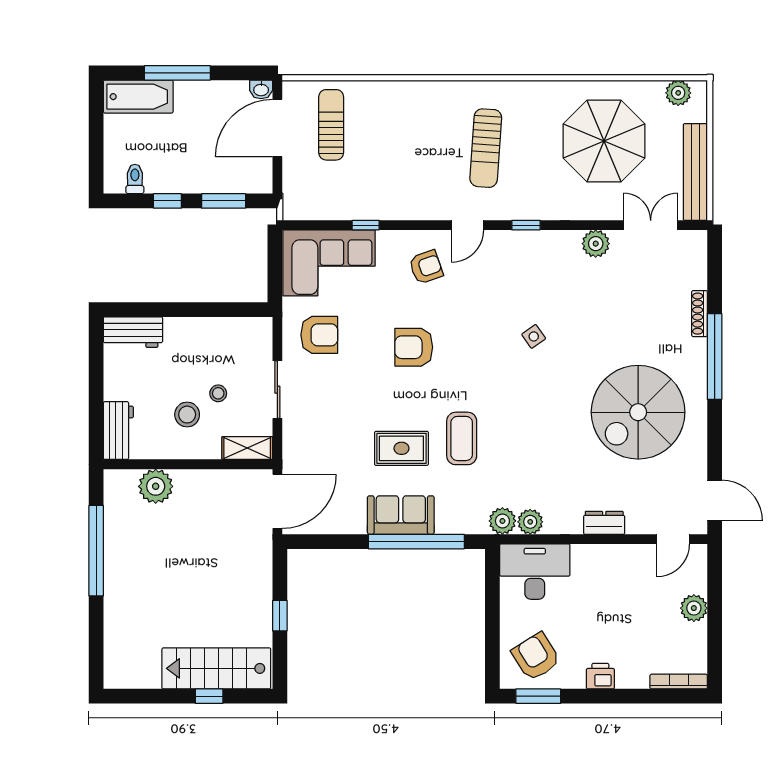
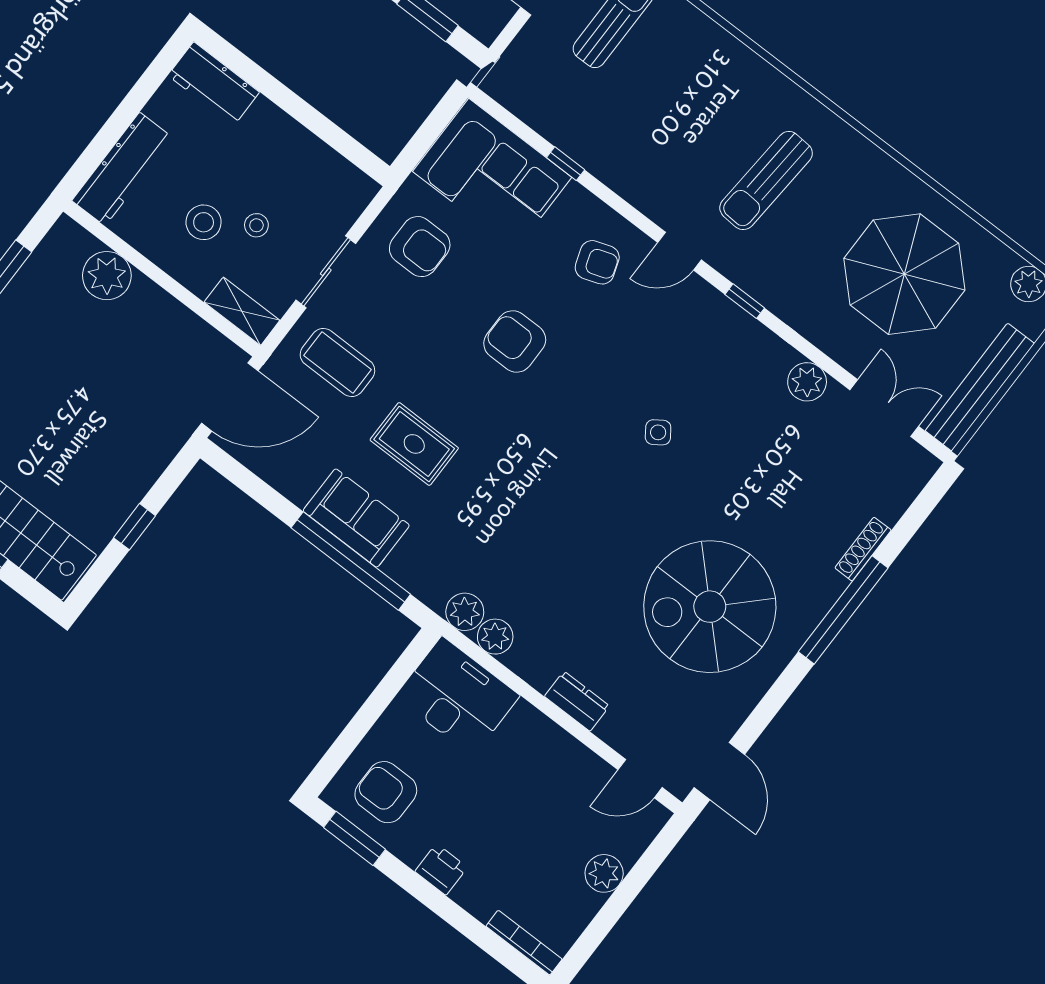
workbench: (118, 431) -> (122, 169), width x1.38
coffee table: (462, 438) -> (337, 362), moved, turned 90
armchair: (536, 657) -> (386, 792), turned -58

